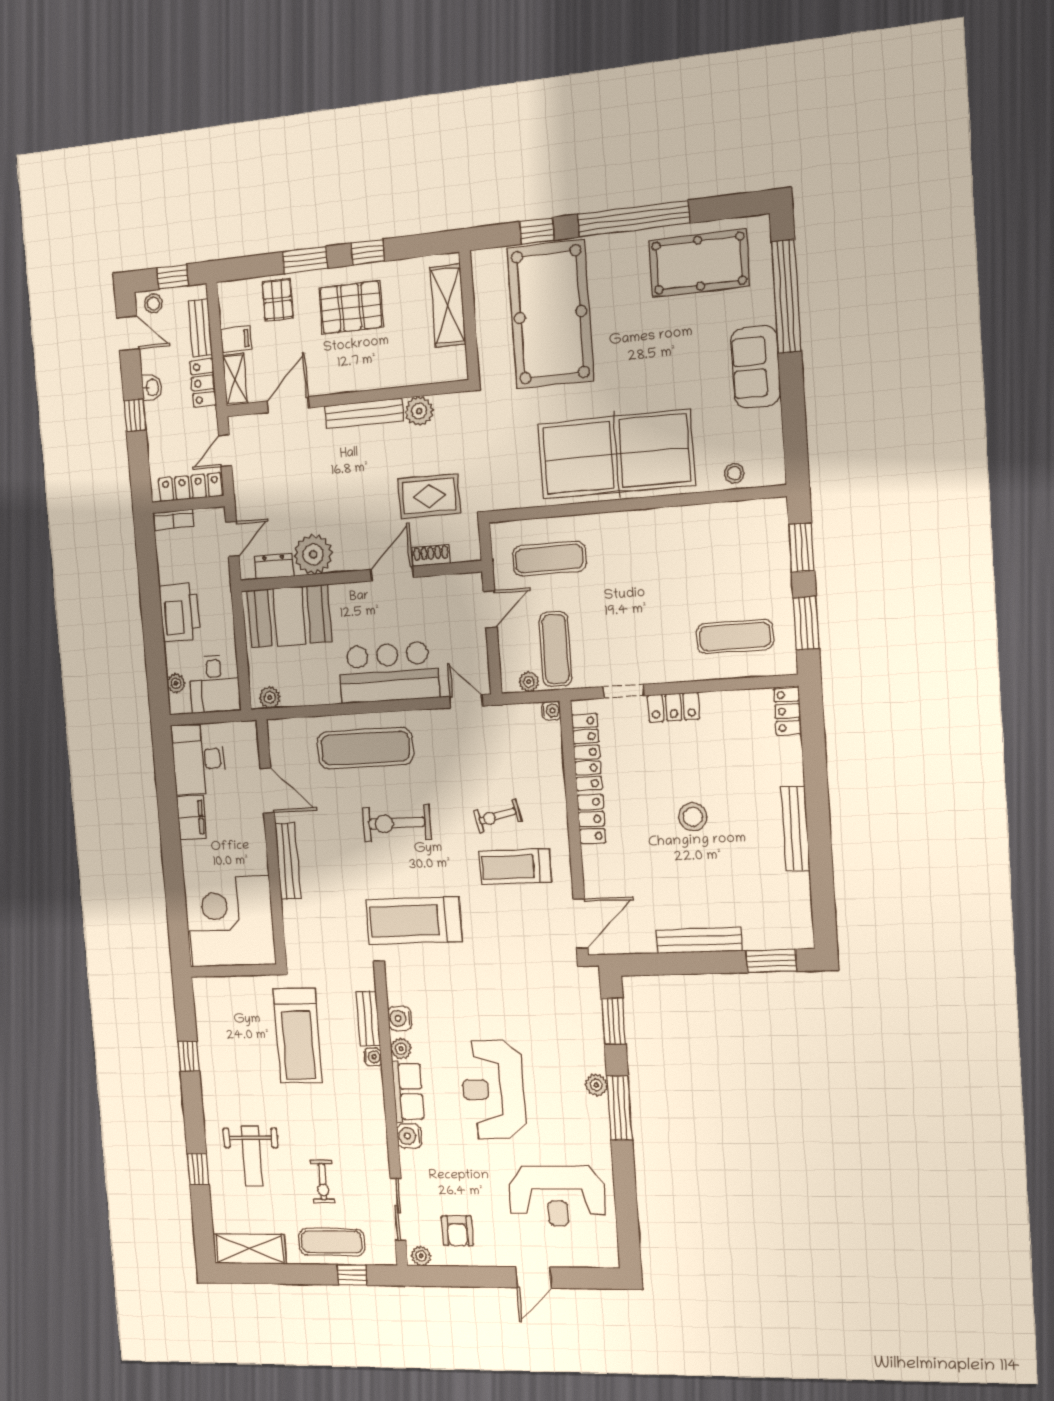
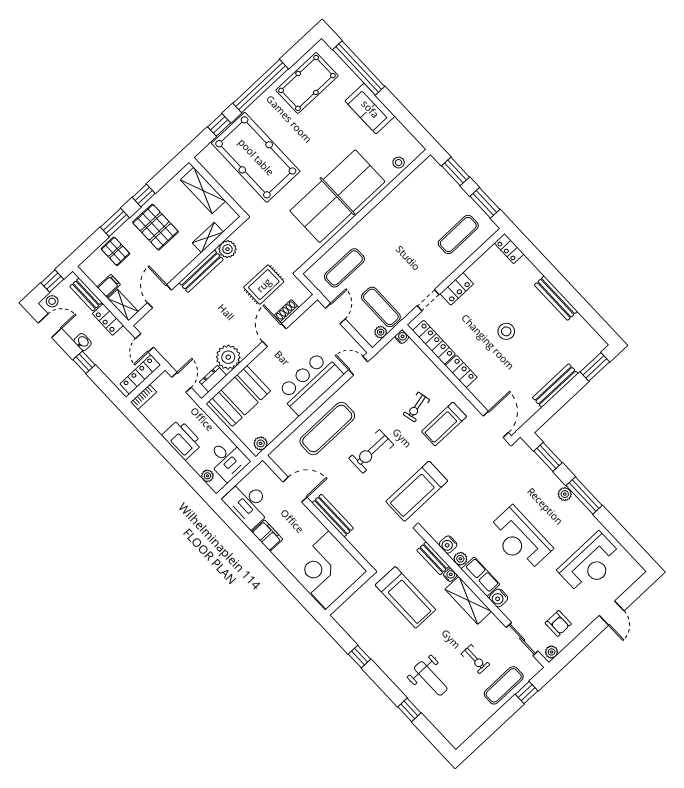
pallet: (351, 307) -> (155, 227), turned 90
shelving: (406, 375) -> (208, 237), added
shelving: (250, 1249) -> (468, 600), moved, turned 90

